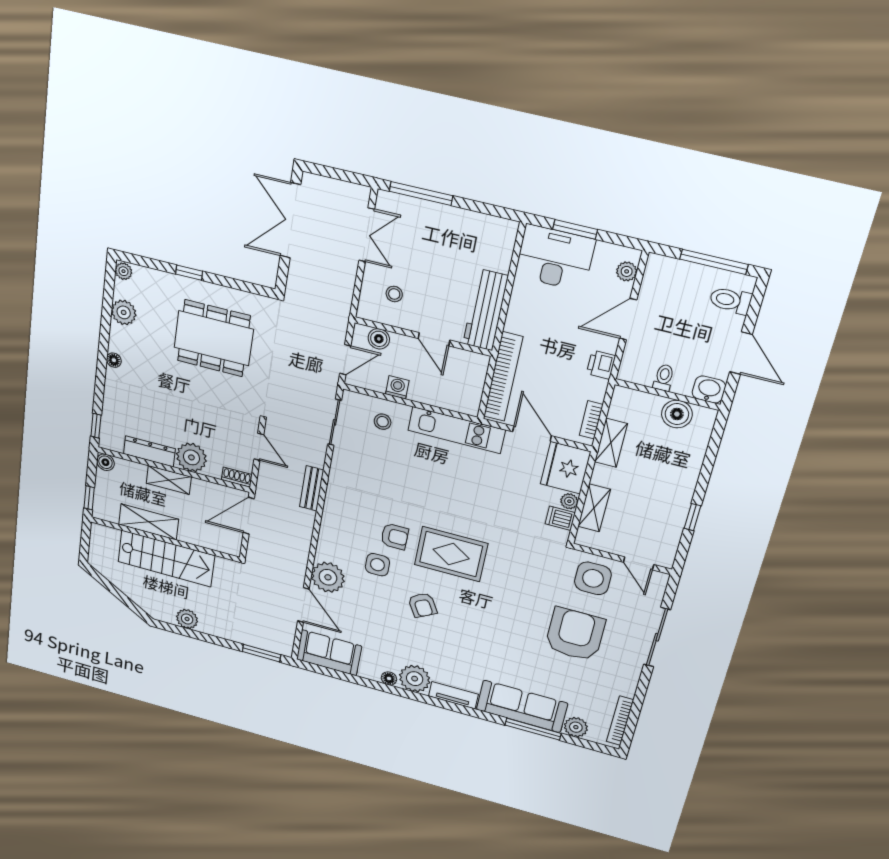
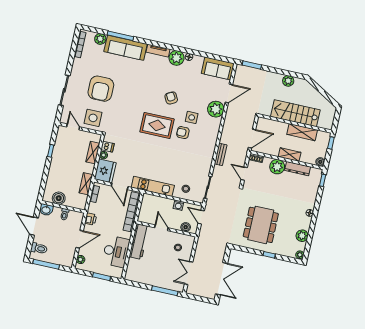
desk: (555, 258) -> (116, 251), moved, turned -90
dining table: (214, 338) -> (261, 225), turned 90
door: (345, 360) -> (201, 217), hinge flipped
door: (303, 605) -> (229, 93), swing flipped

